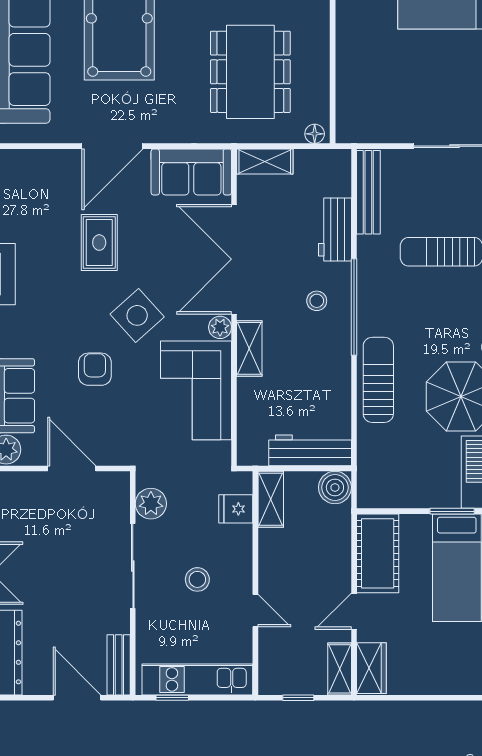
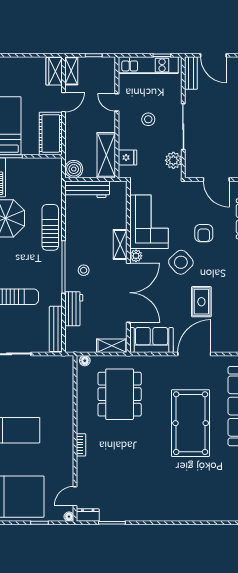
sun lounger: (378, 380) -> (50, 227), turned 180
shelving: (271, 499) -> (106, 155), width x1.50, depth x1.33

